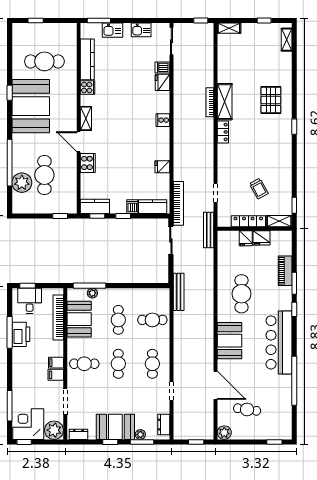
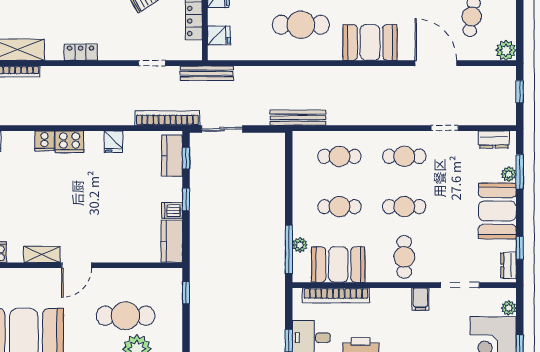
locker: (223, 132) -> (81, 52), moved
cooker: (88, 163) -> (70, 142), moved, turned 180
dishwasher: (132, 207) -> (172, 211), moved
window: (97, 216) -> (186, 158), moved
fridge: (246, 238) -> (219, 35), moved
cafe table: (152, 320) -> (339, 156), turned 90
filing cabinet: (56, 363) -> (402, 299), removed
door: (215, 385) -> (436, 63), hinge flipped
plant: (54, 430) -> (509, 308), width x0.53, depth x0.53
window: (110, 442) -> (520, 248), moved

